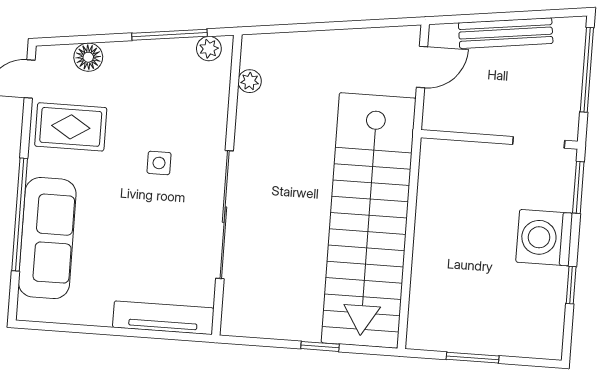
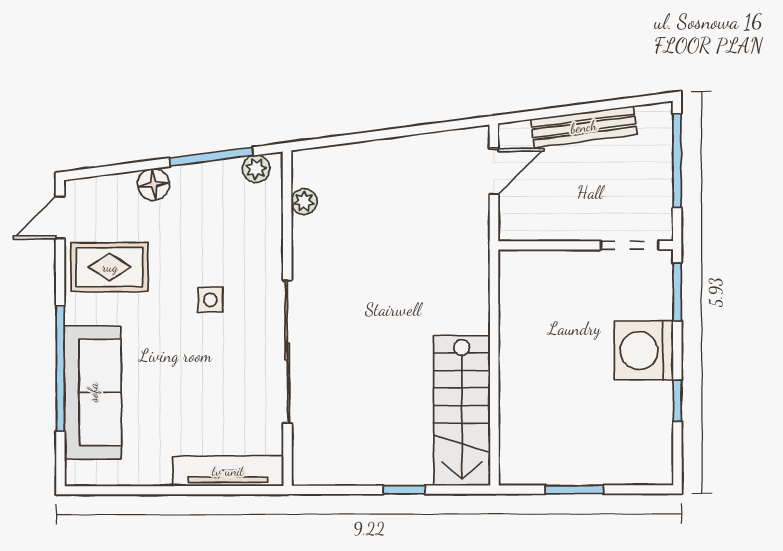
floor lamp: (88, 57) -> (153, 184), moved
stairs: (369, 220) -> (462, 410), width x0.54, depth x0.66

